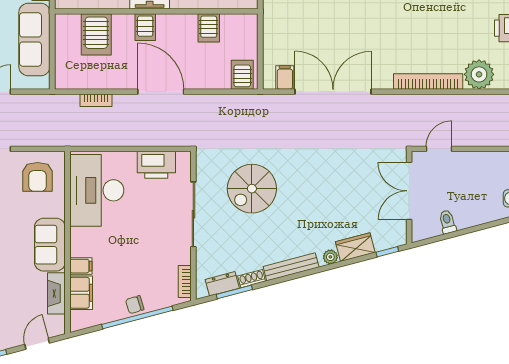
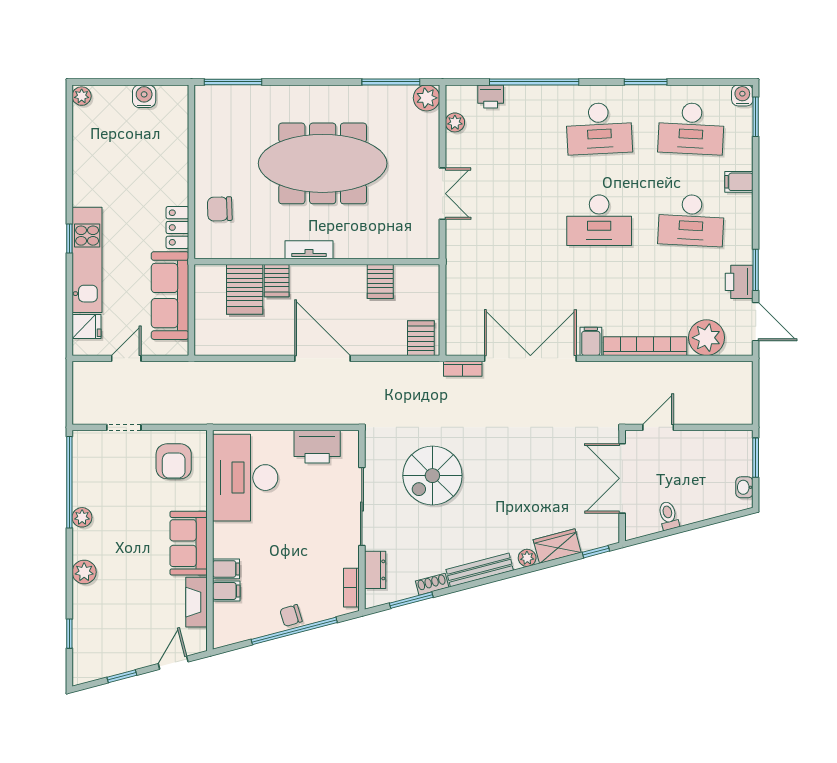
server rack: (145, 27) -> (277, 281), moved
filing cabinet: (285, 77) -> (591, 341), moved
bookcase: (96, 100) -> (463, 369), moved
dresser: (222, 284) -> (375, 570), moved, turned 105
filing cabinet: (81, 293) -> (226, 591), width x0.50

